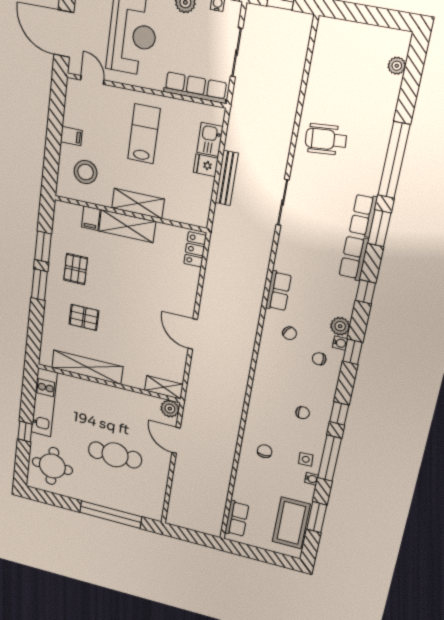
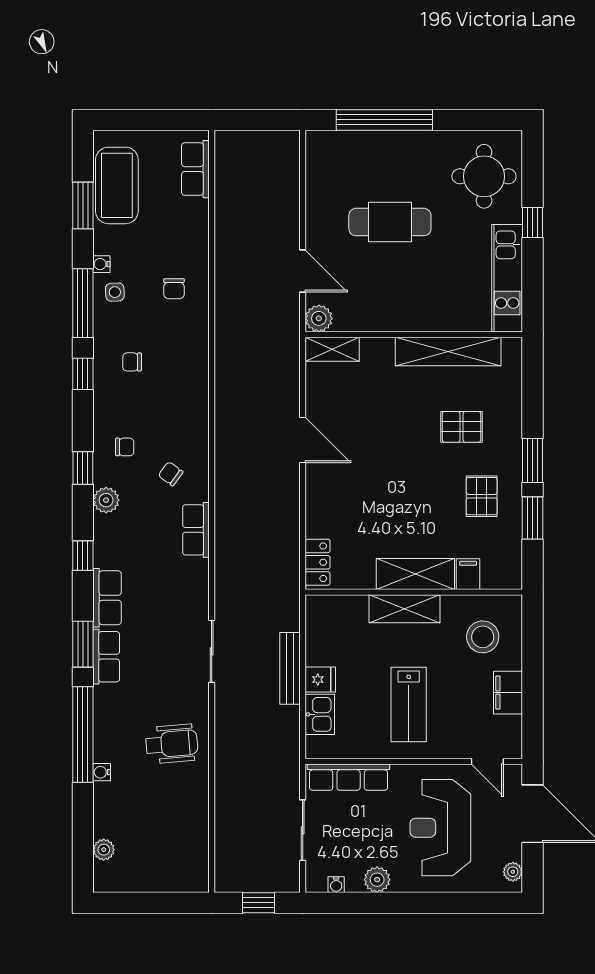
filing cabinet: (71, 136) -> (508, 693), width x2.00
water cooler: (340, 343) -> (102, 772), moved

